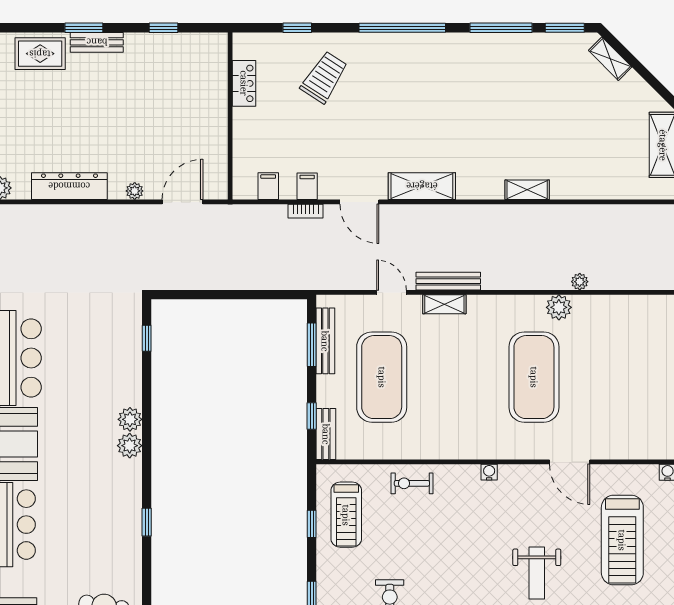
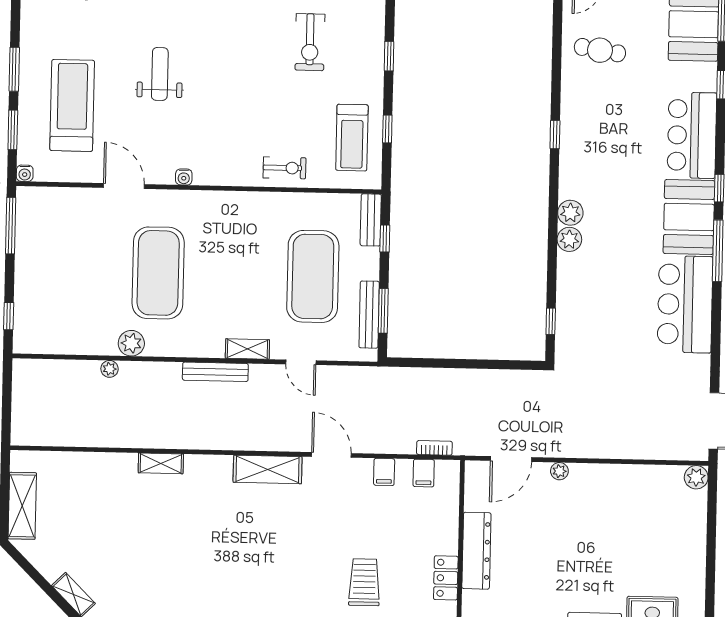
trolley: (324, 77) -> (364, 582), turned 147
dresser: (69, 186) -> (476, 551), moved, turned -90
bookcase: (306, 211) -> (434, 448), moved
bench: (448, 281) -> (215, 372), moved
water cooler: (489, 472) -> (184, 177), moved
treadmill: (346, 515) -> (352, 138), turned 180

